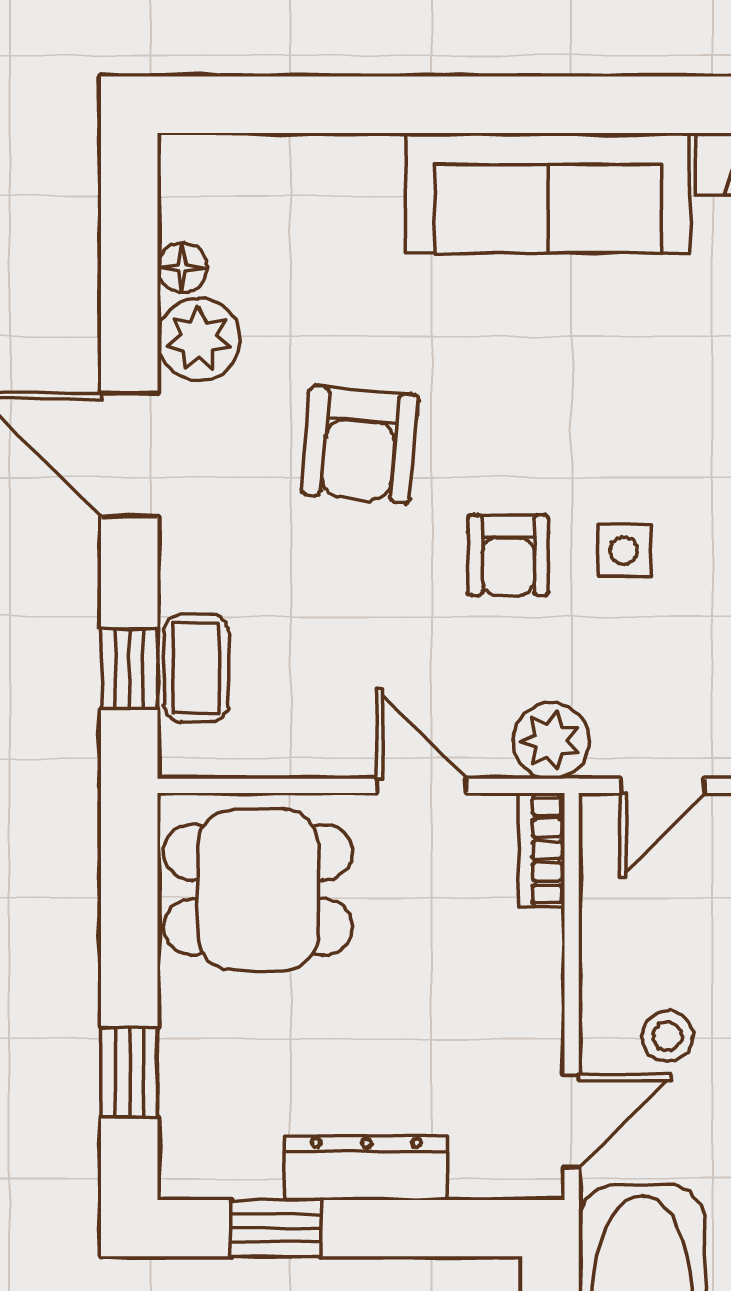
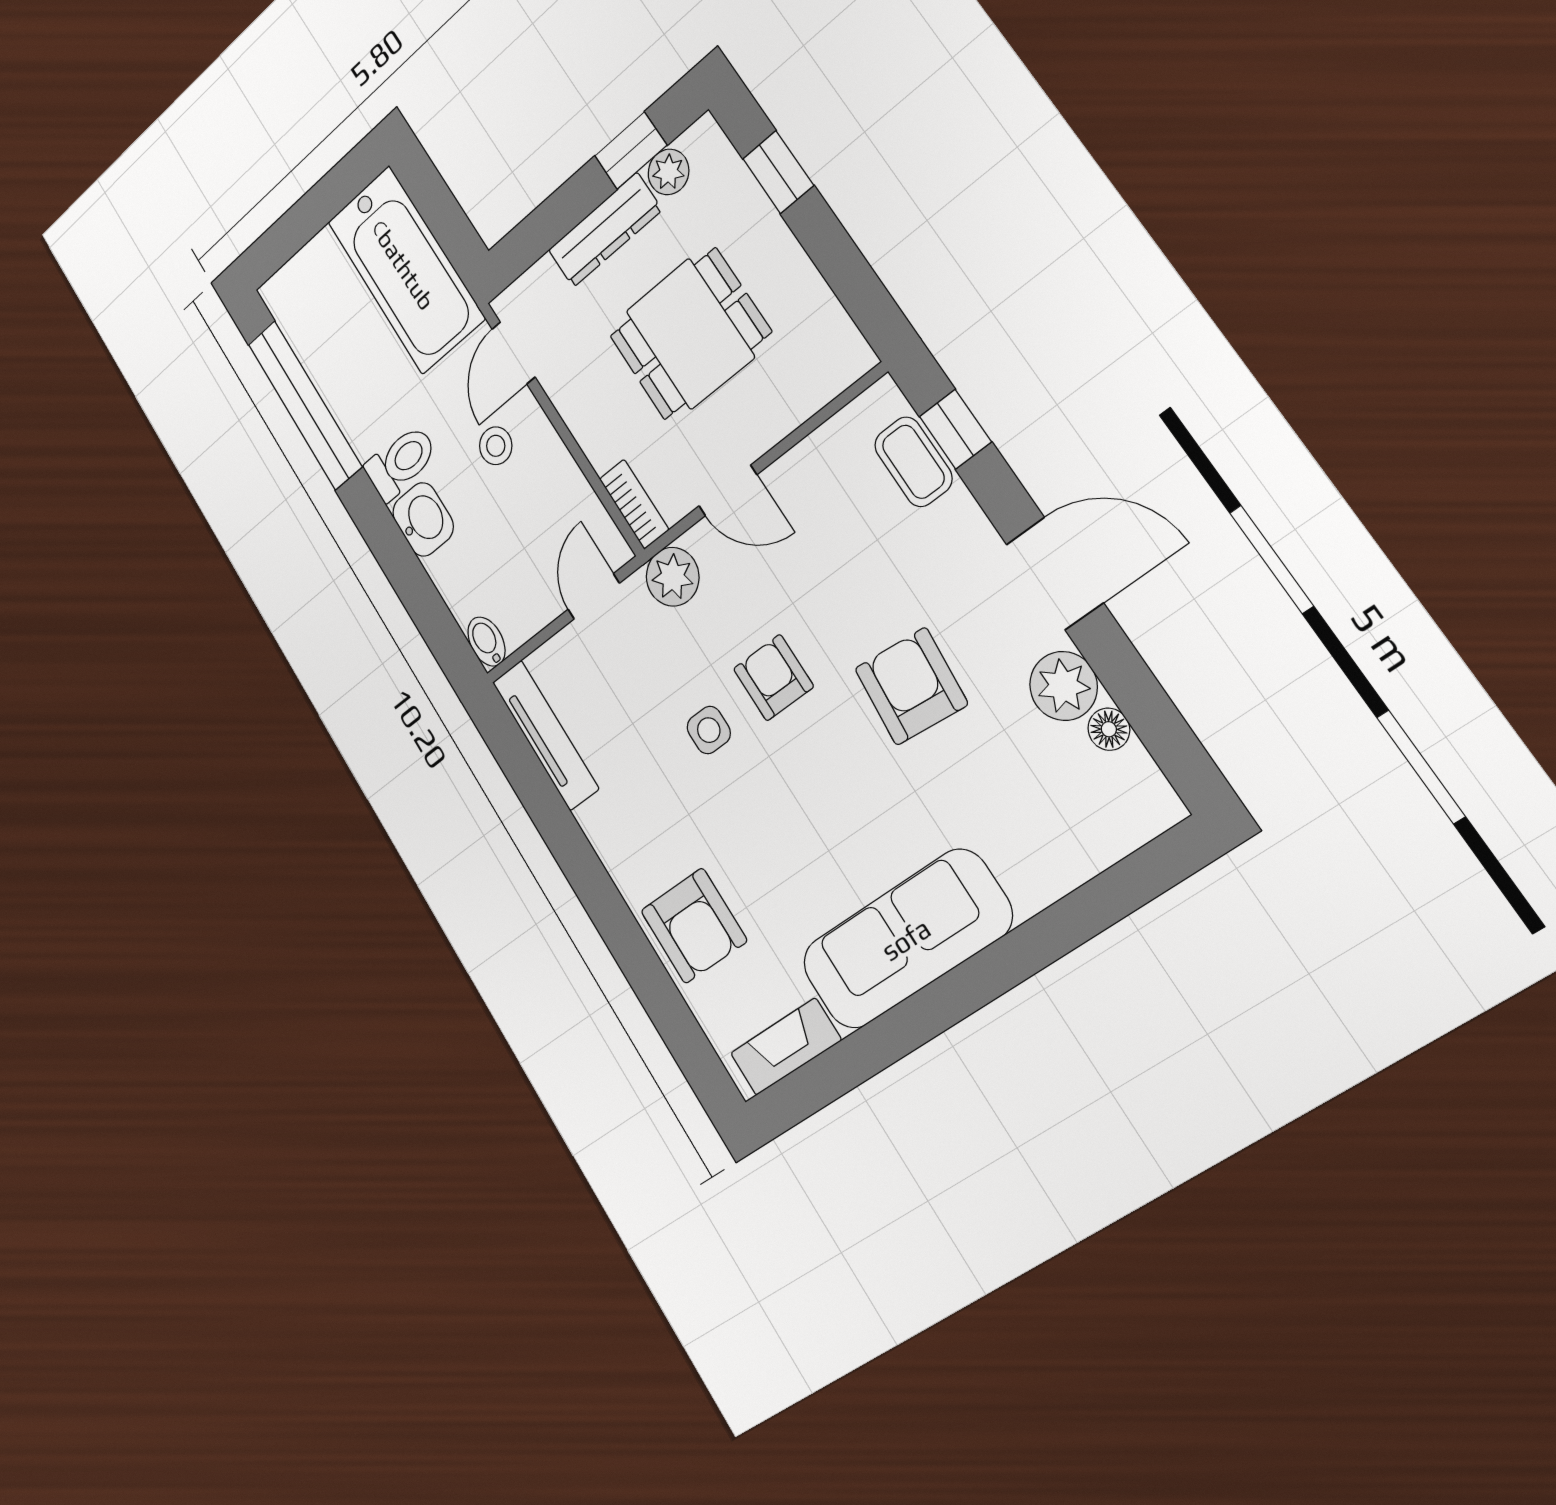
dining table: (258, 890) -> (690, 334), moved
plant: (249, 1171) -> (668, 172), added

